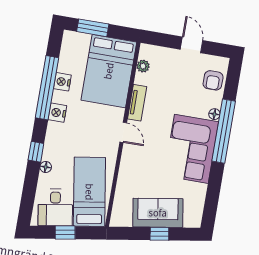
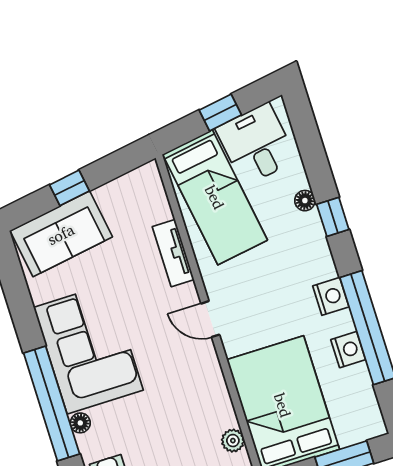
tv unit: (137, 103) -> (173, 253), moved
sofa: (158, 213) -> (61, 234), moved

